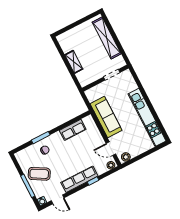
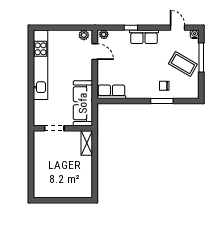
shelving: (107, 38) -> (40, 169), removed
shelving: (74, 62) -> (87, 143), moved
sofa: (106, 117) -> (83, 103), moved
row of seats: (73, 130) -> (111, 92), moved
row of seats: (79, 179) -> (144, 37), width x0.68

